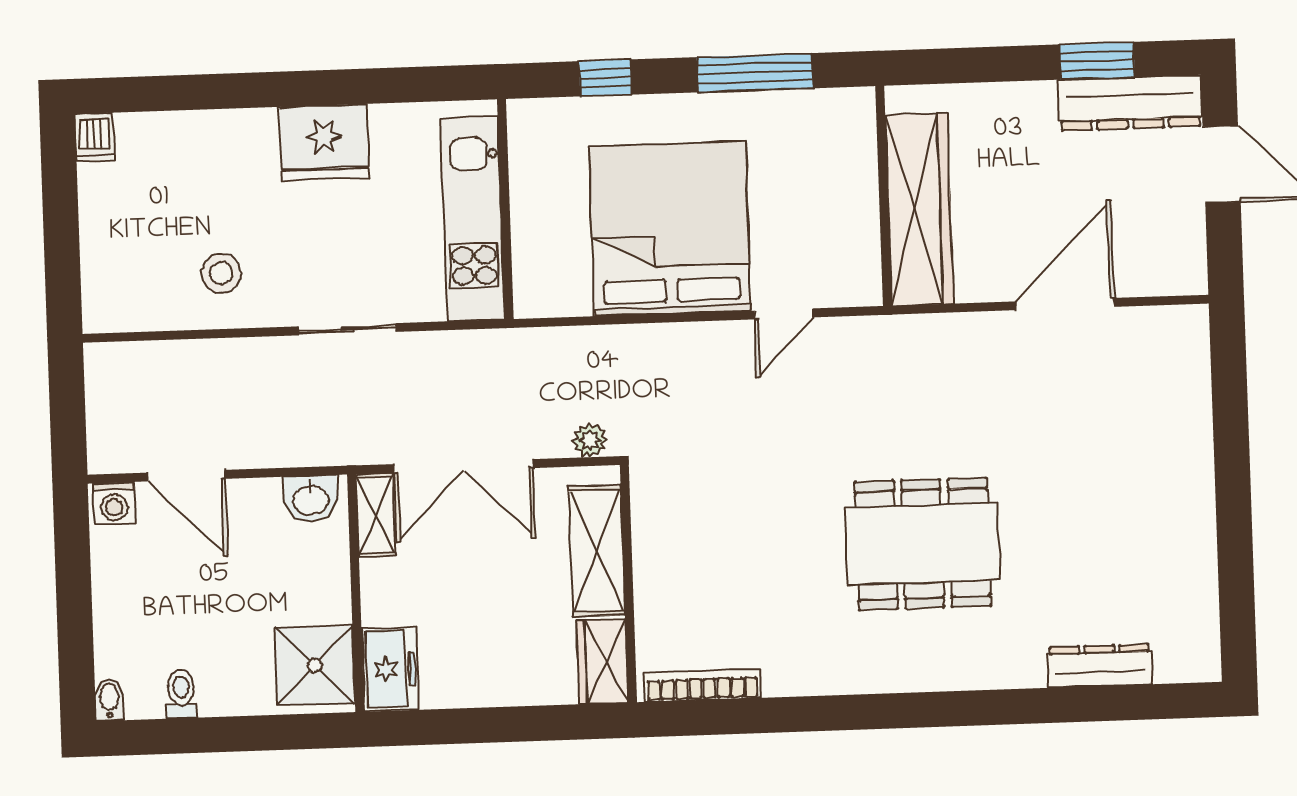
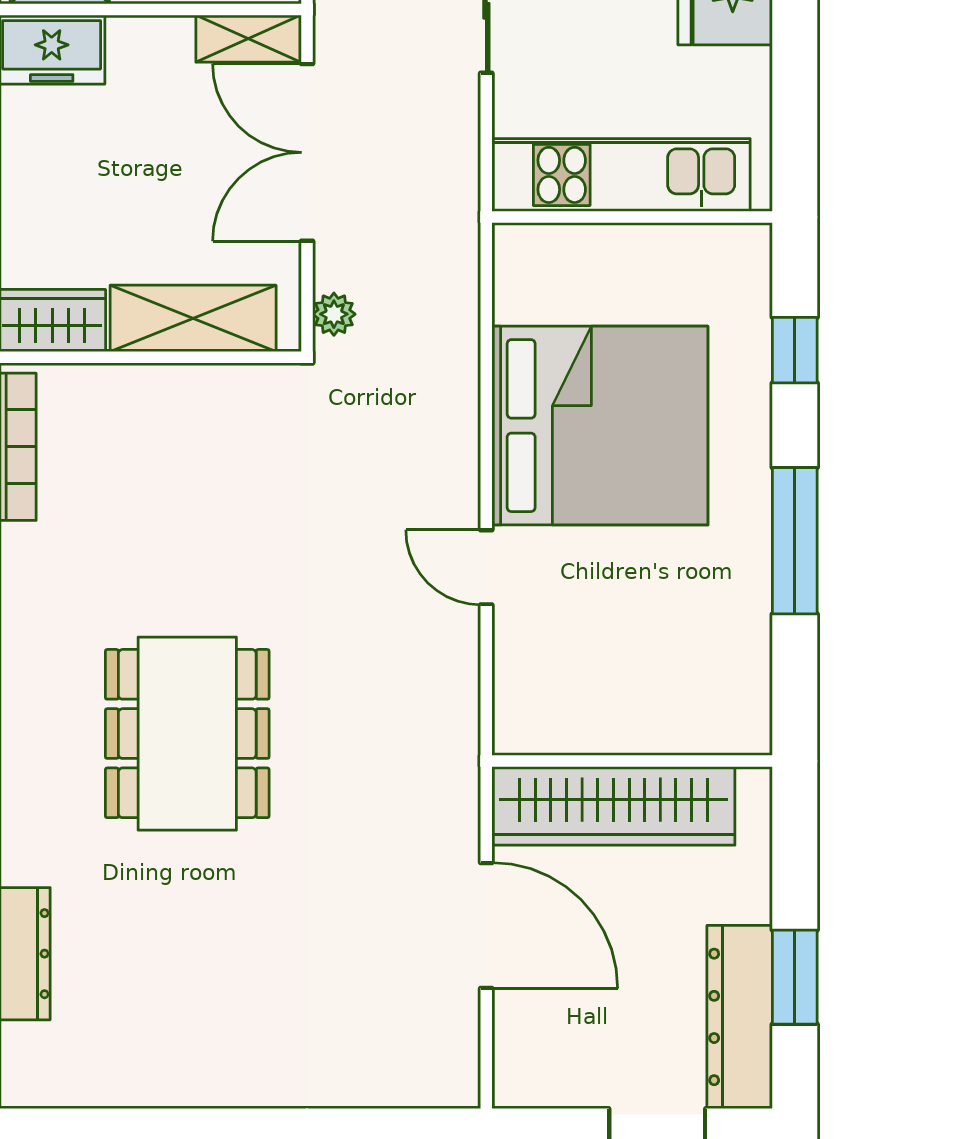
wall: (884, 196) -> (632, 761), moved
wardrobe: (919, 209) -> (613, 806), moved

